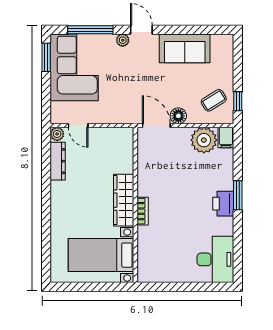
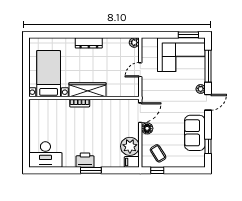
window: (204, 30) -> (208, 146), added
door: (78, 125) -> (140, 70), moved
dresser: (58, 161) -> (89, 43), moved

